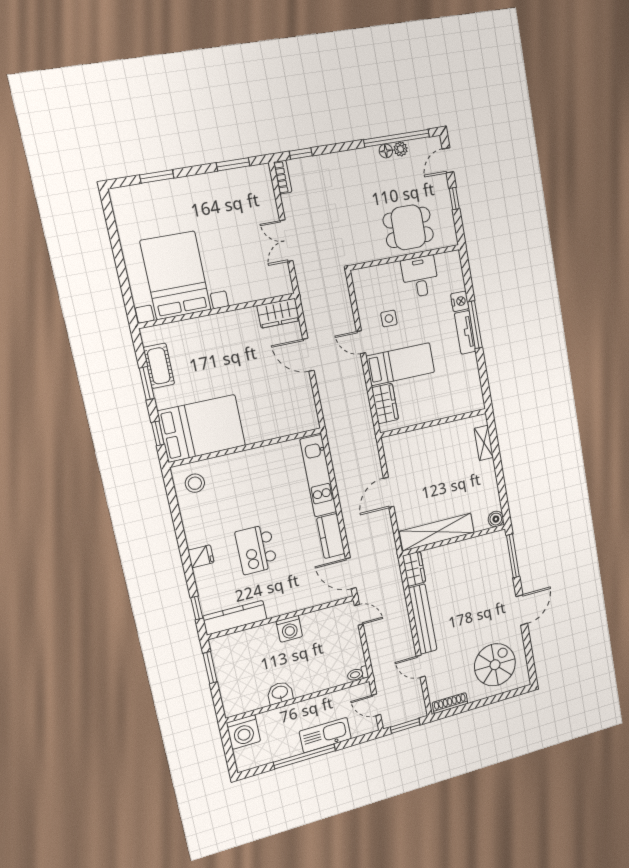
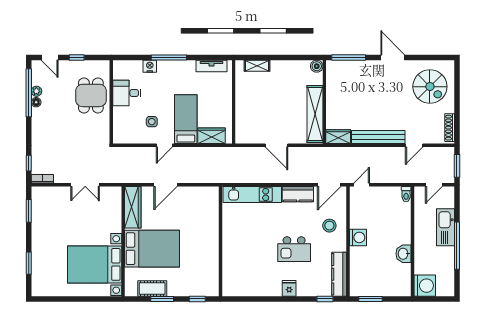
wardrobe: (278, 313) -> (133, 207), width x1.50
tv unit: (465, 332) -> (212, 66), moved
bed: (202, 428) -> (152, 249), moved, turned 90
stool: (195, 483) -> (329, 226), moved
spiral stairs: (495, 665) -> (430, 87), turned 180

